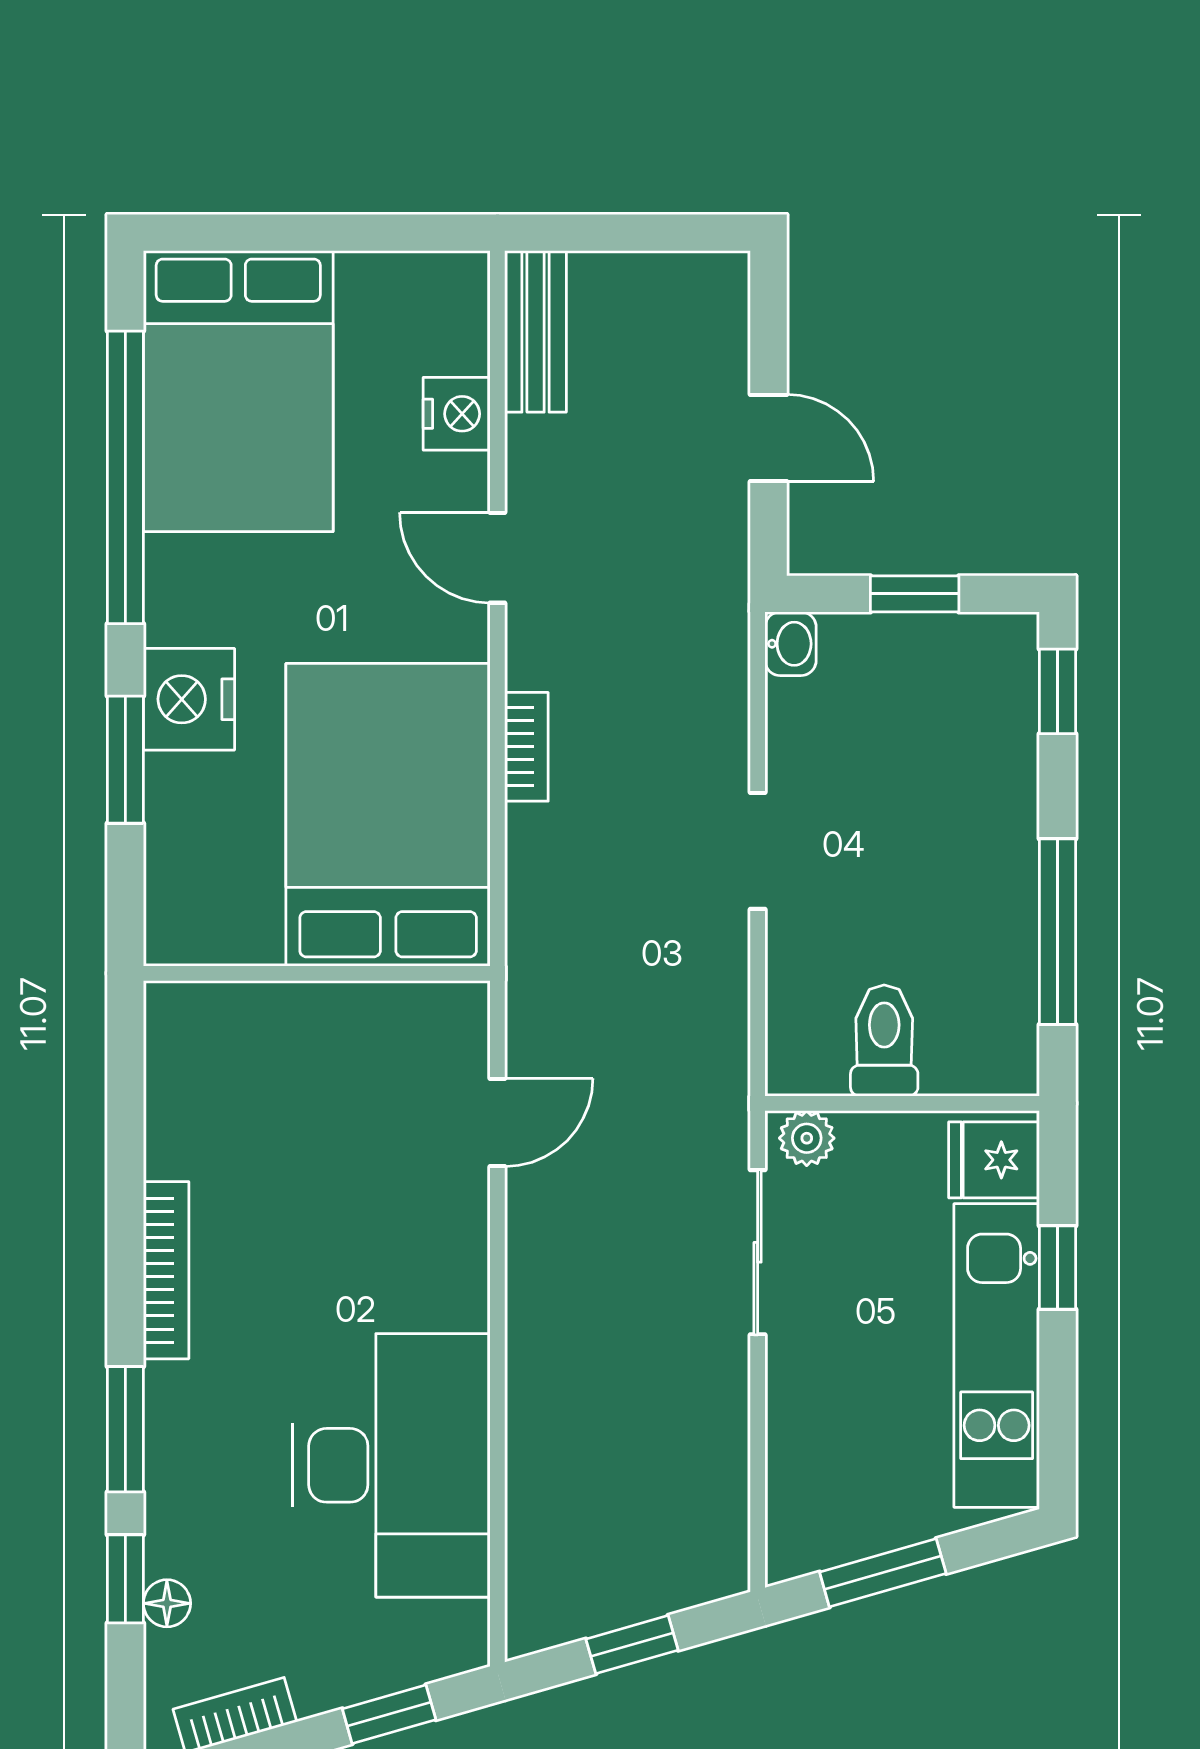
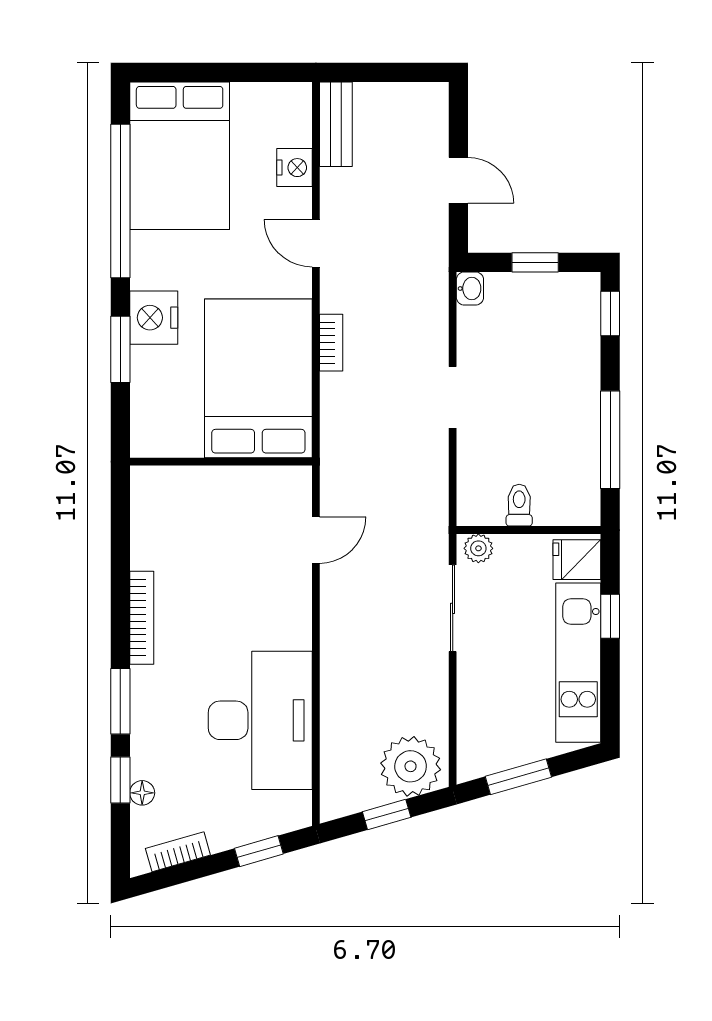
toilet: (884, 1041) -> (519, 505), width x0.73, depth x0.72
plant: (678, 1553) -> (411, 766), added

